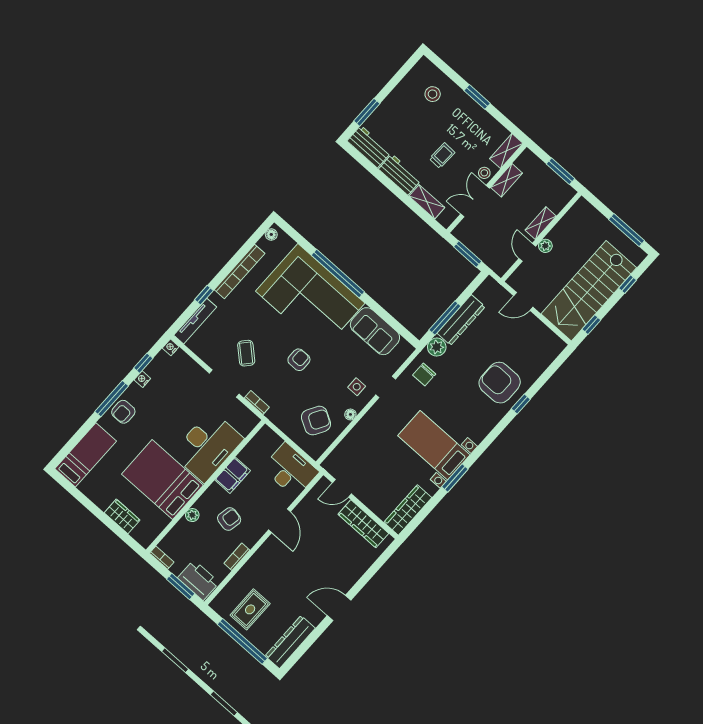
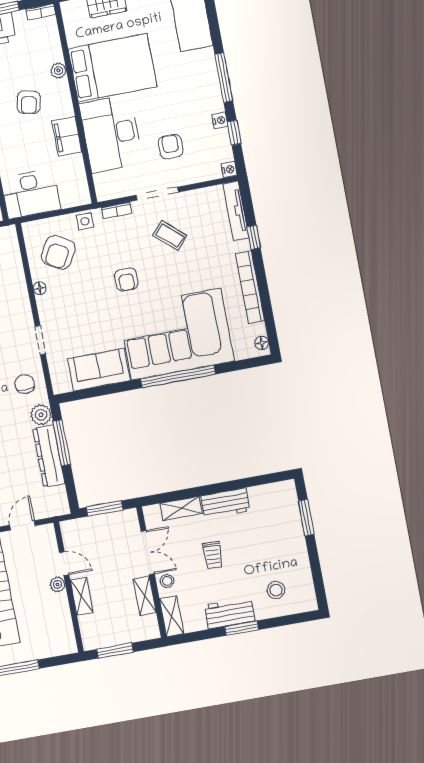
workbench: (369, 147) -> (230, 613), moved, turned 180
side table: (357, 387) -> (85, 221), moved
armchair: (123, 412) -> (171, 147), moved

